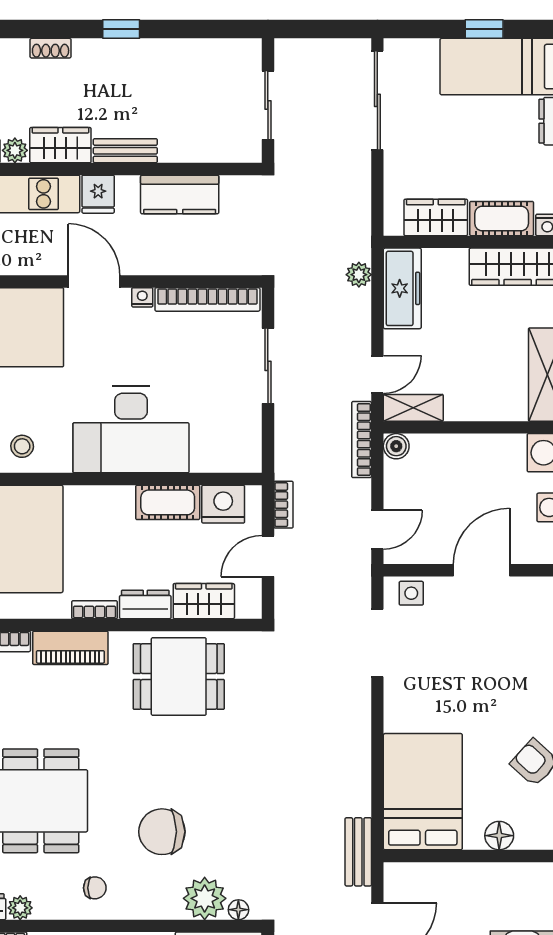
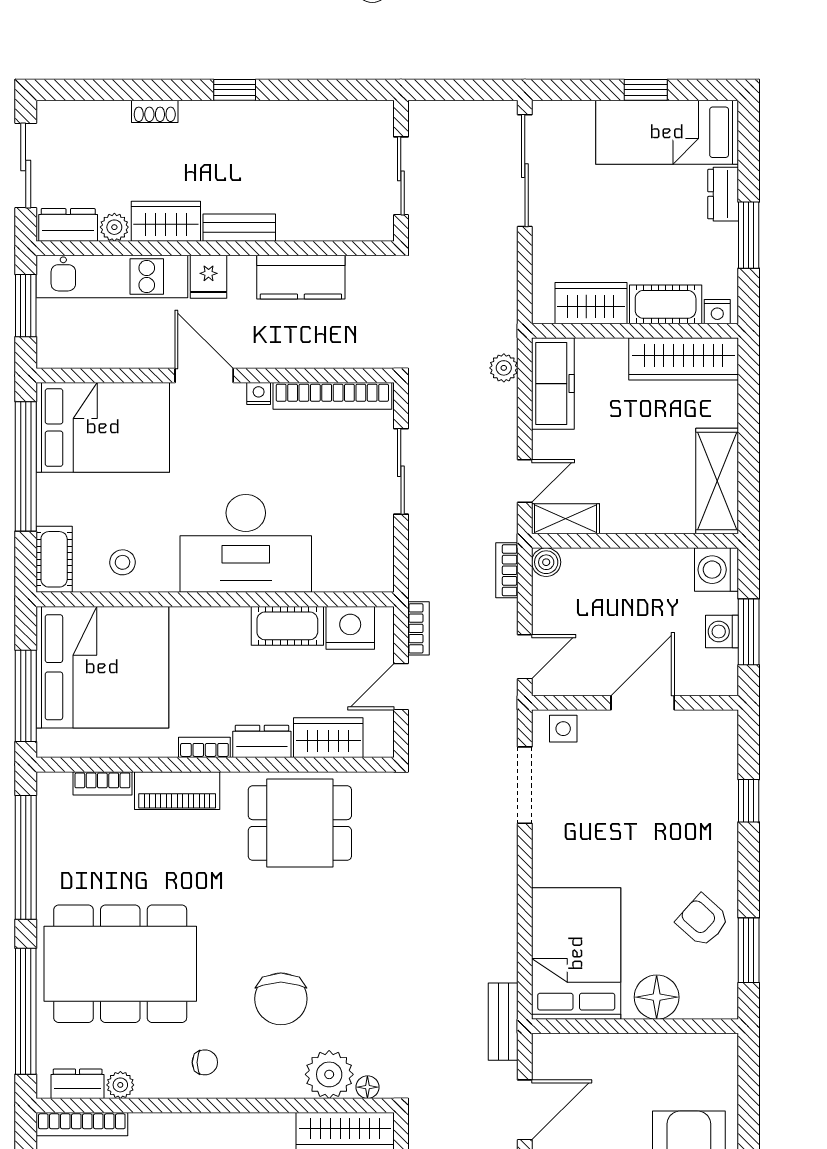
bookcase: (362, 440) -> (507, 570), width x0.64
chair: (162, 832) -> (281, 999), turned -90
floor lamp: (499, 836) -> (657, 997), width x1.38, depth x1.38

